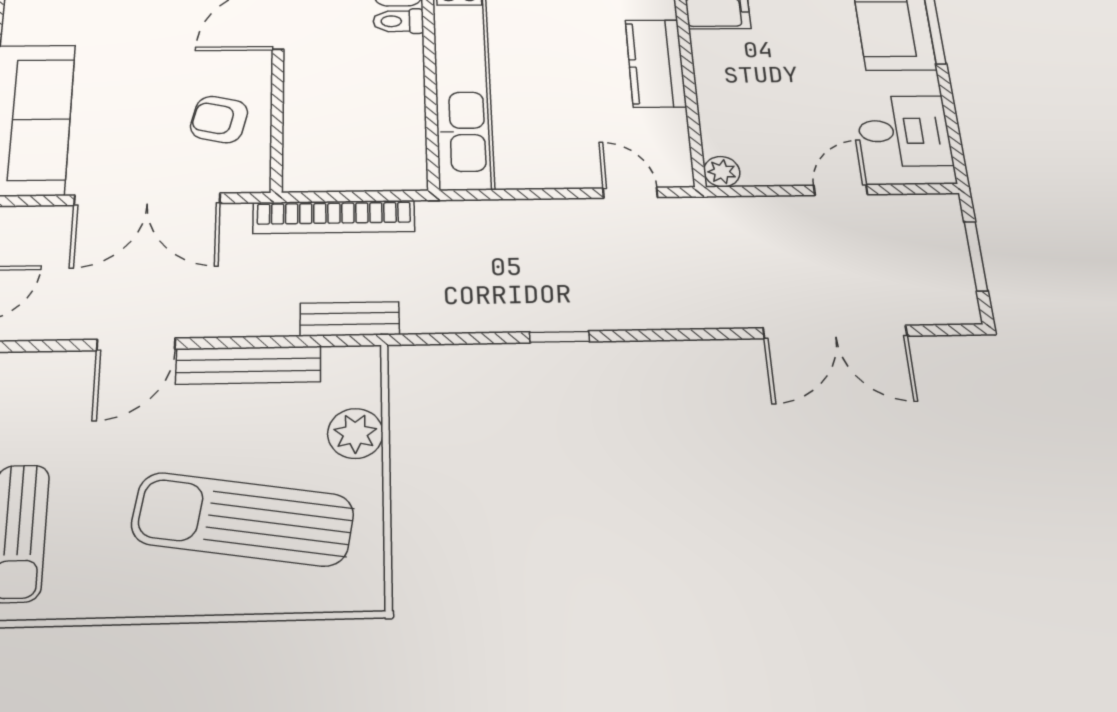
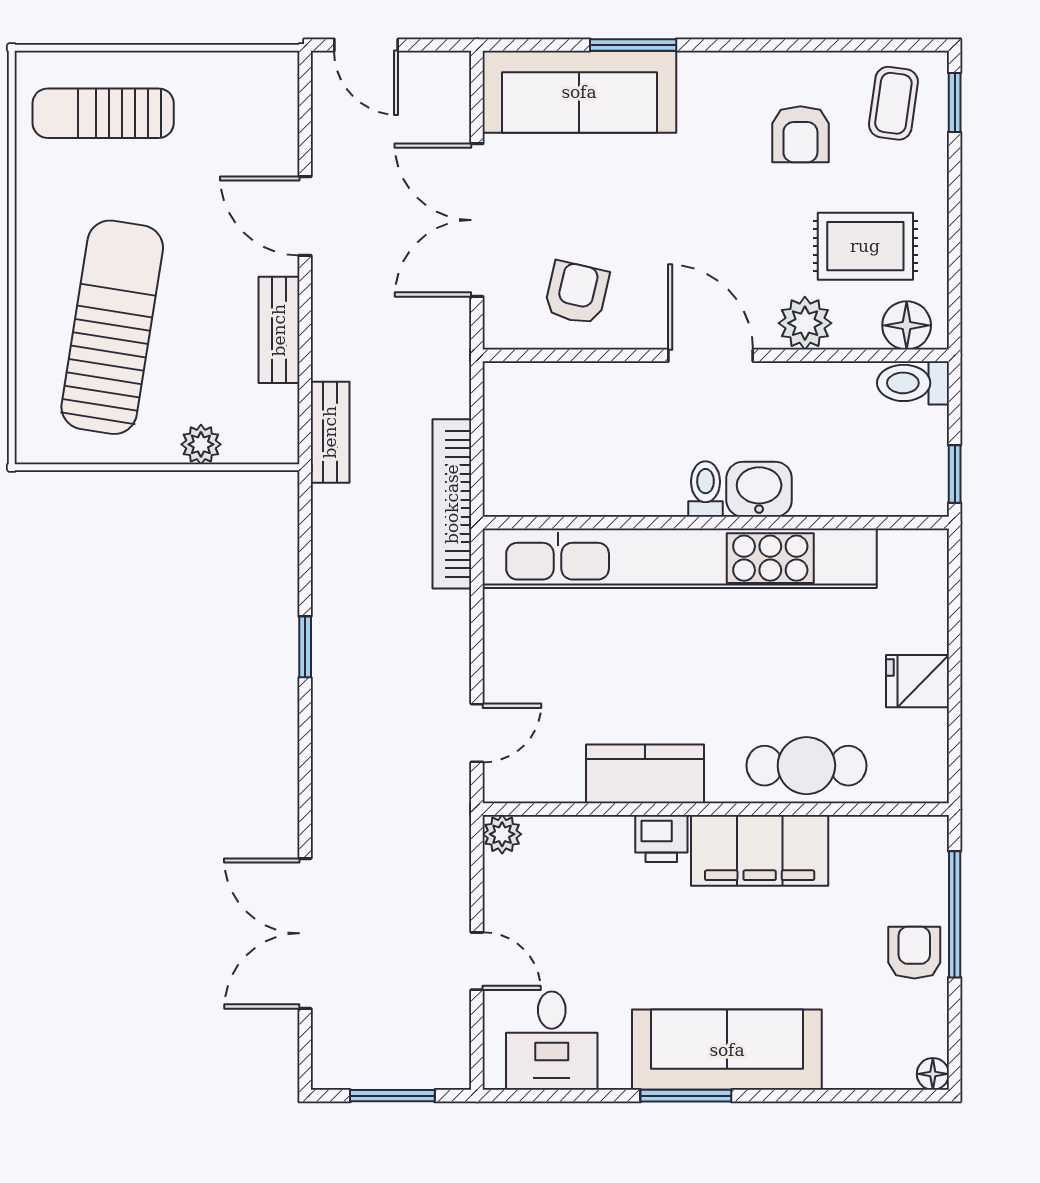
printer: (712, 51) -> (661, 839), added
bookcase: (334, 217) -> (452, 504), moved
bench: (248, 365) -> (279, 330), width x0.73
plant: (355, 433) -> (201, 444), width x0.73, depth x0.73

